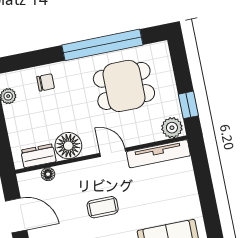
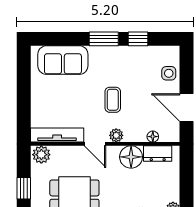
window: (188, 105) -> (24, 188), moved
plant: (90, 167) -> (116, 135), added
coffee table: (103, 207) -> (113, 100), turned 90

